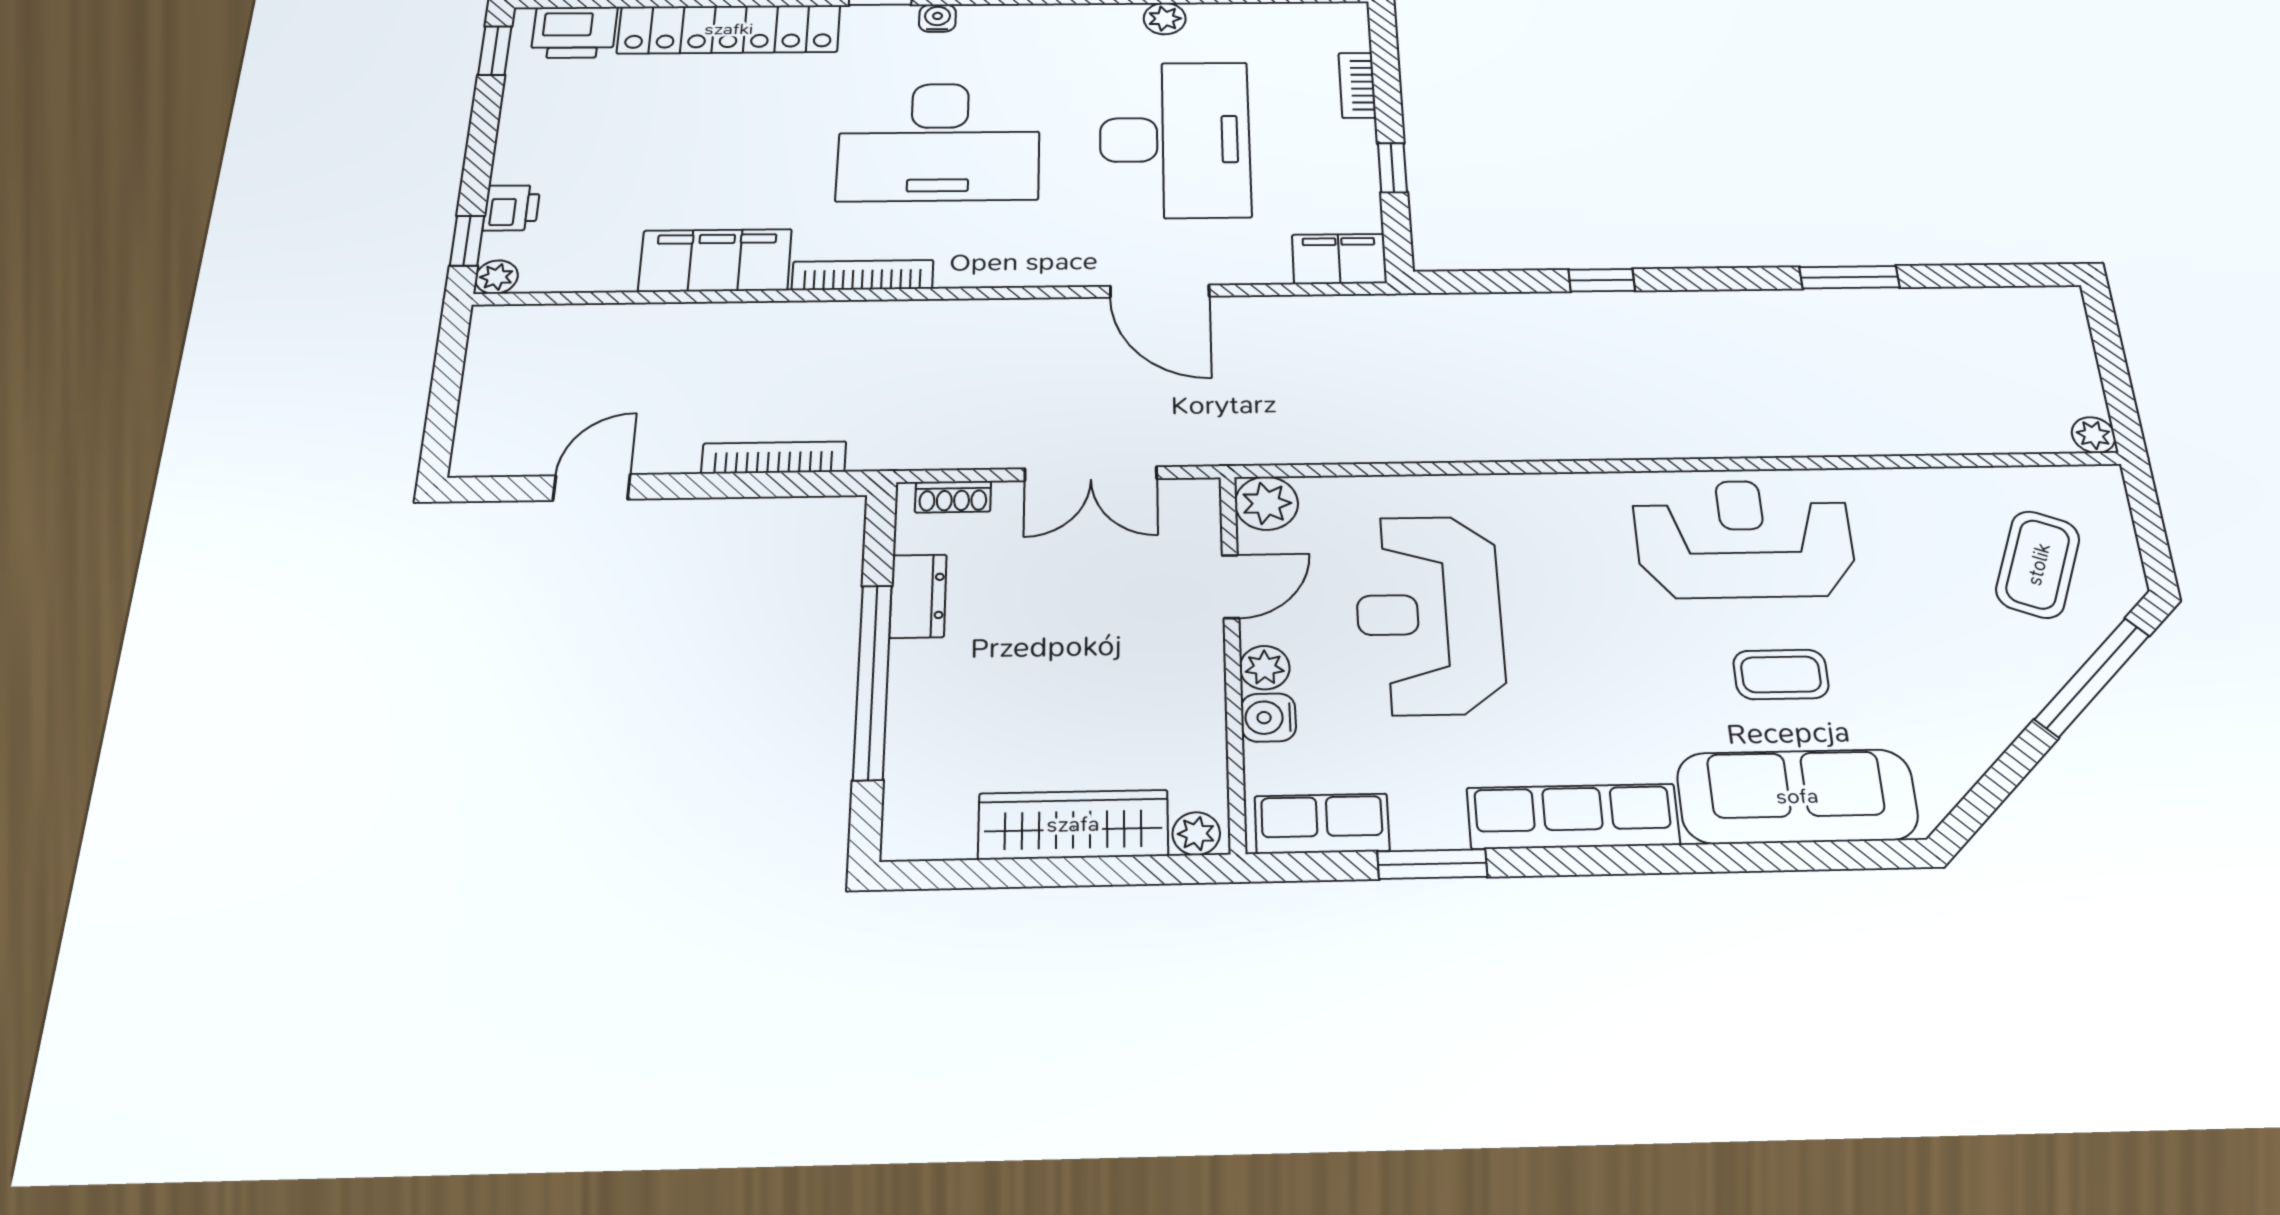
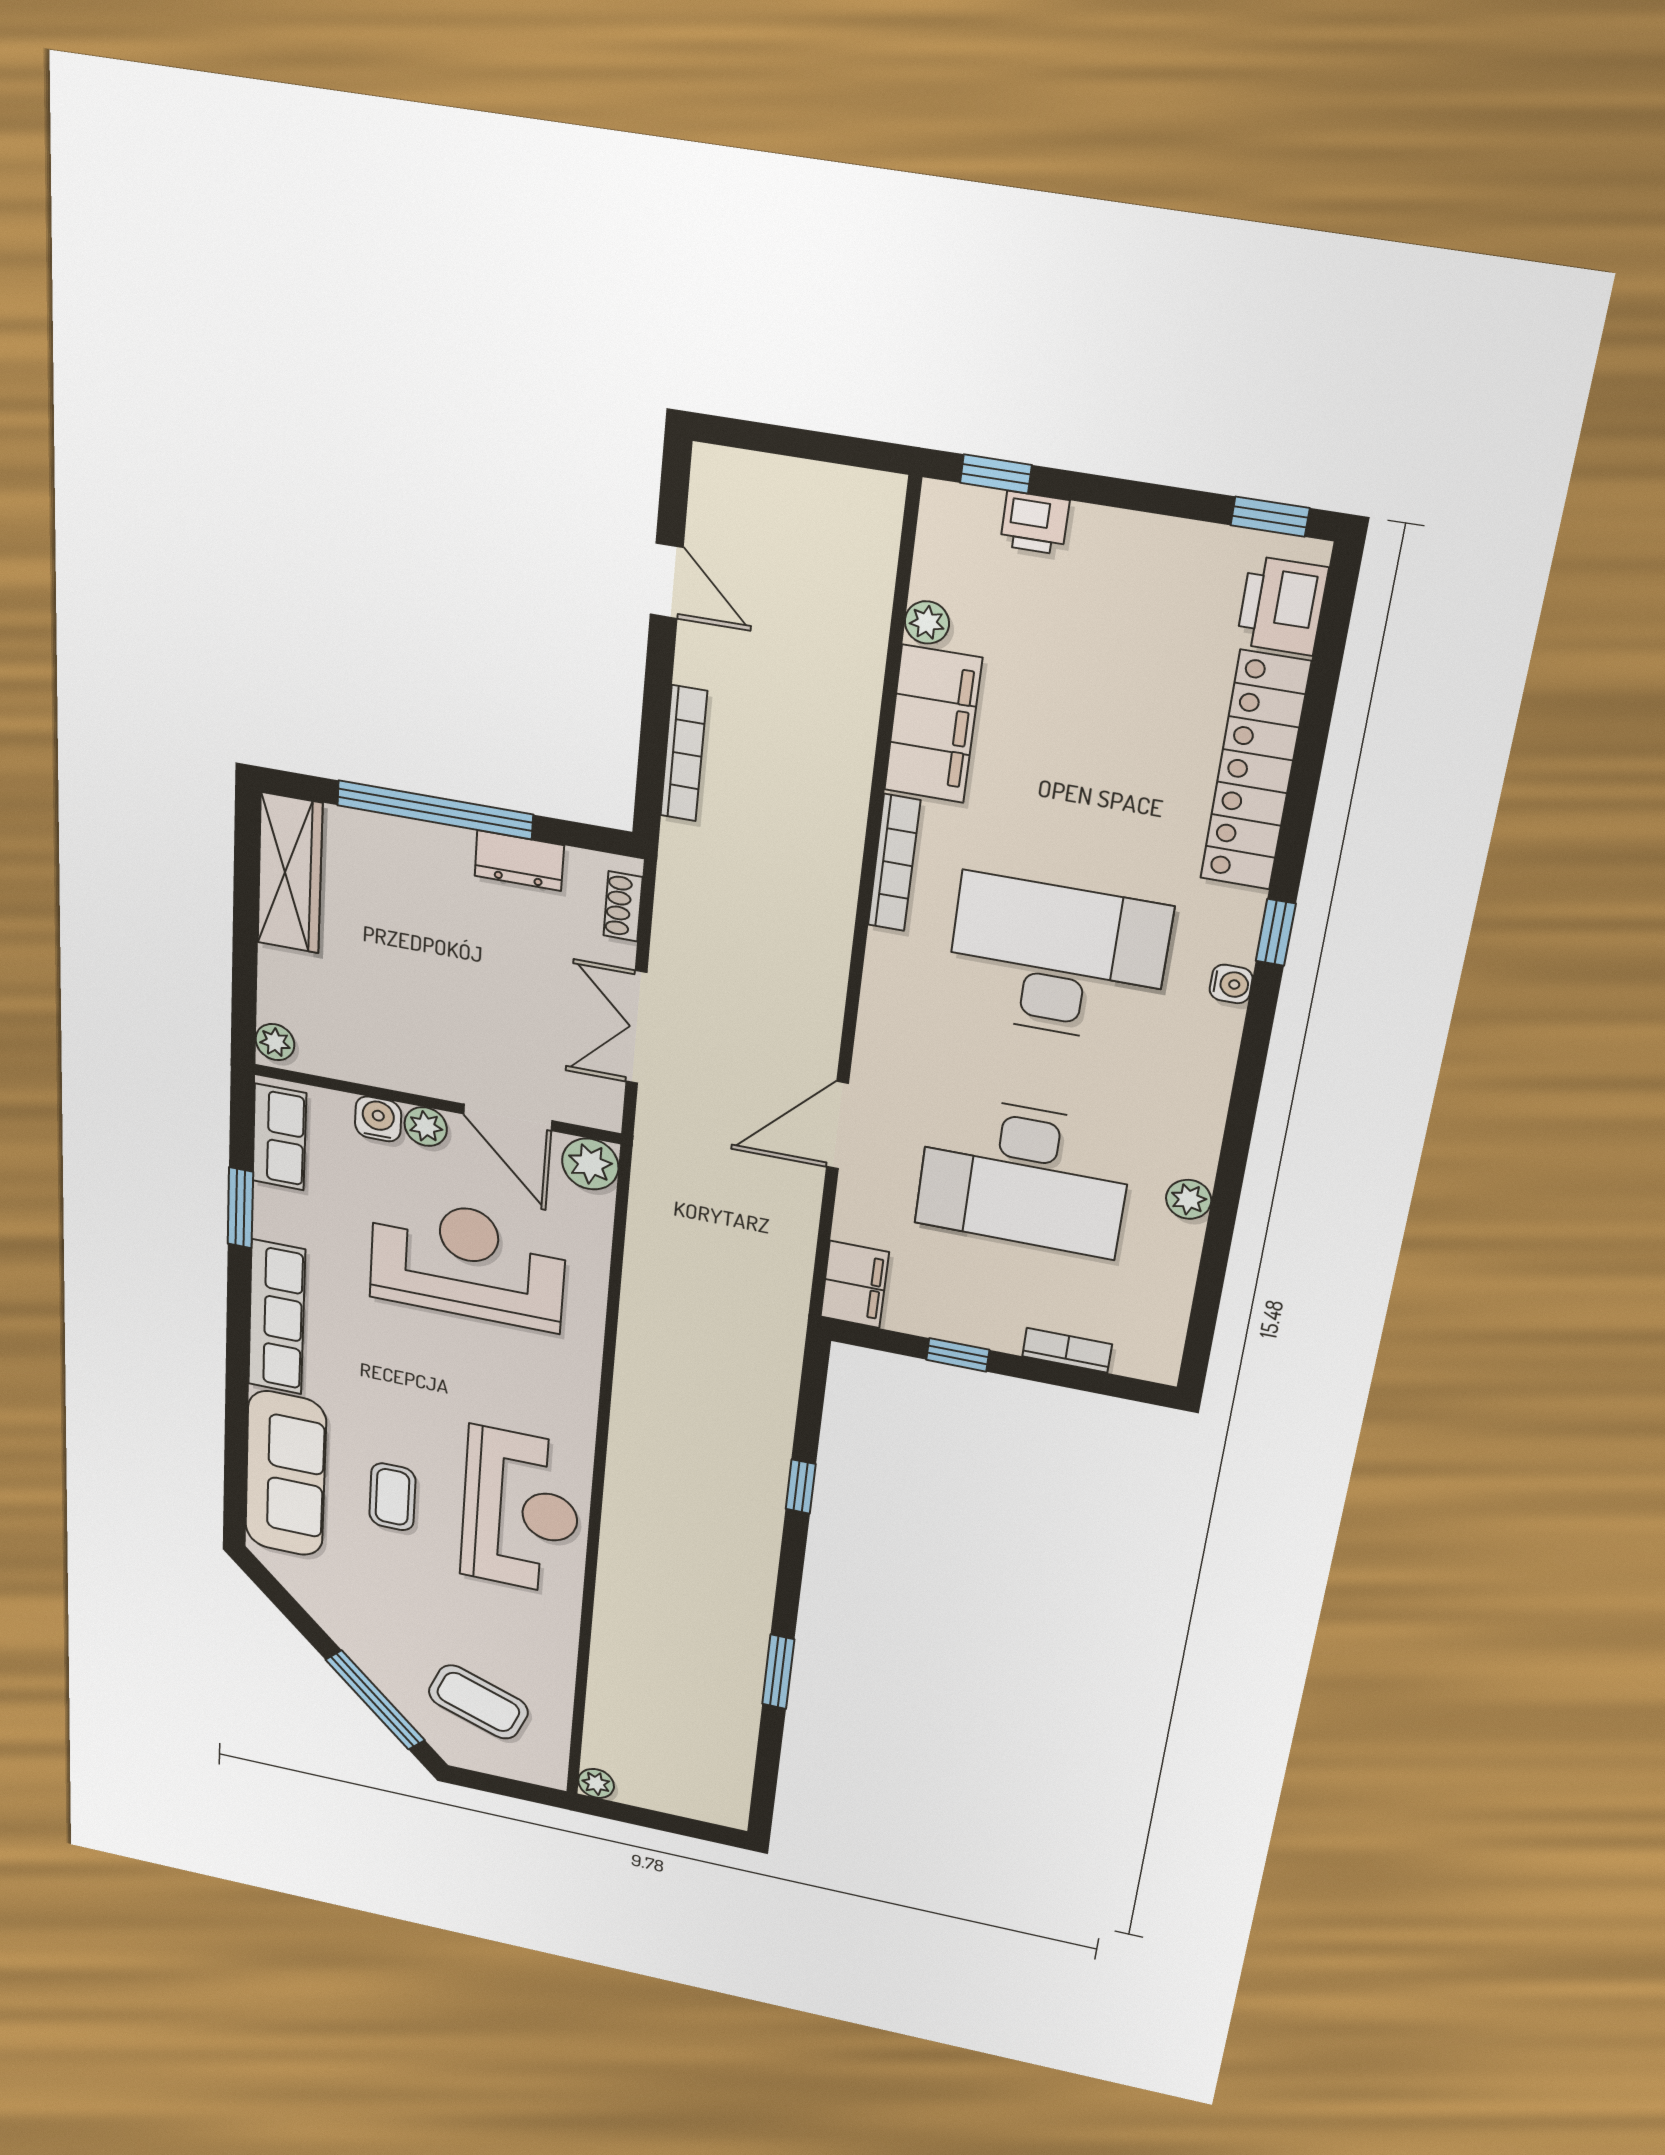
desk: (939, 142) -> (1057, 959), turned 90
plant: (497, 277) -> (927, 622), moved
door: (1231, 587) -> (508, 1117), width x1.38
wardrobe: (1073, 824) -> (290, 873), moved

